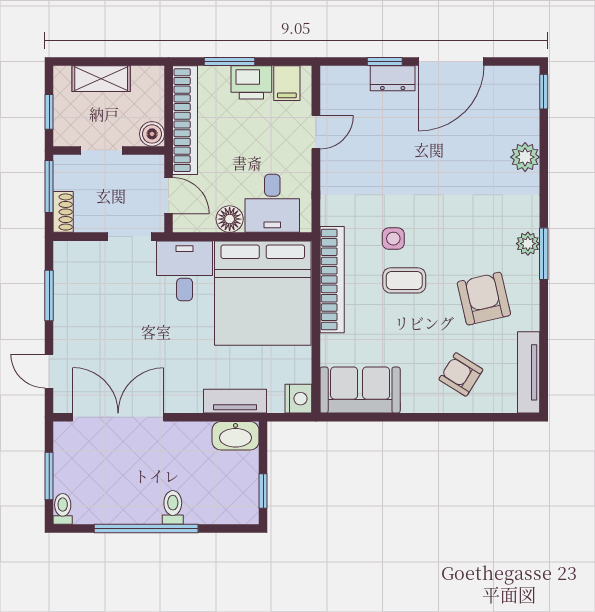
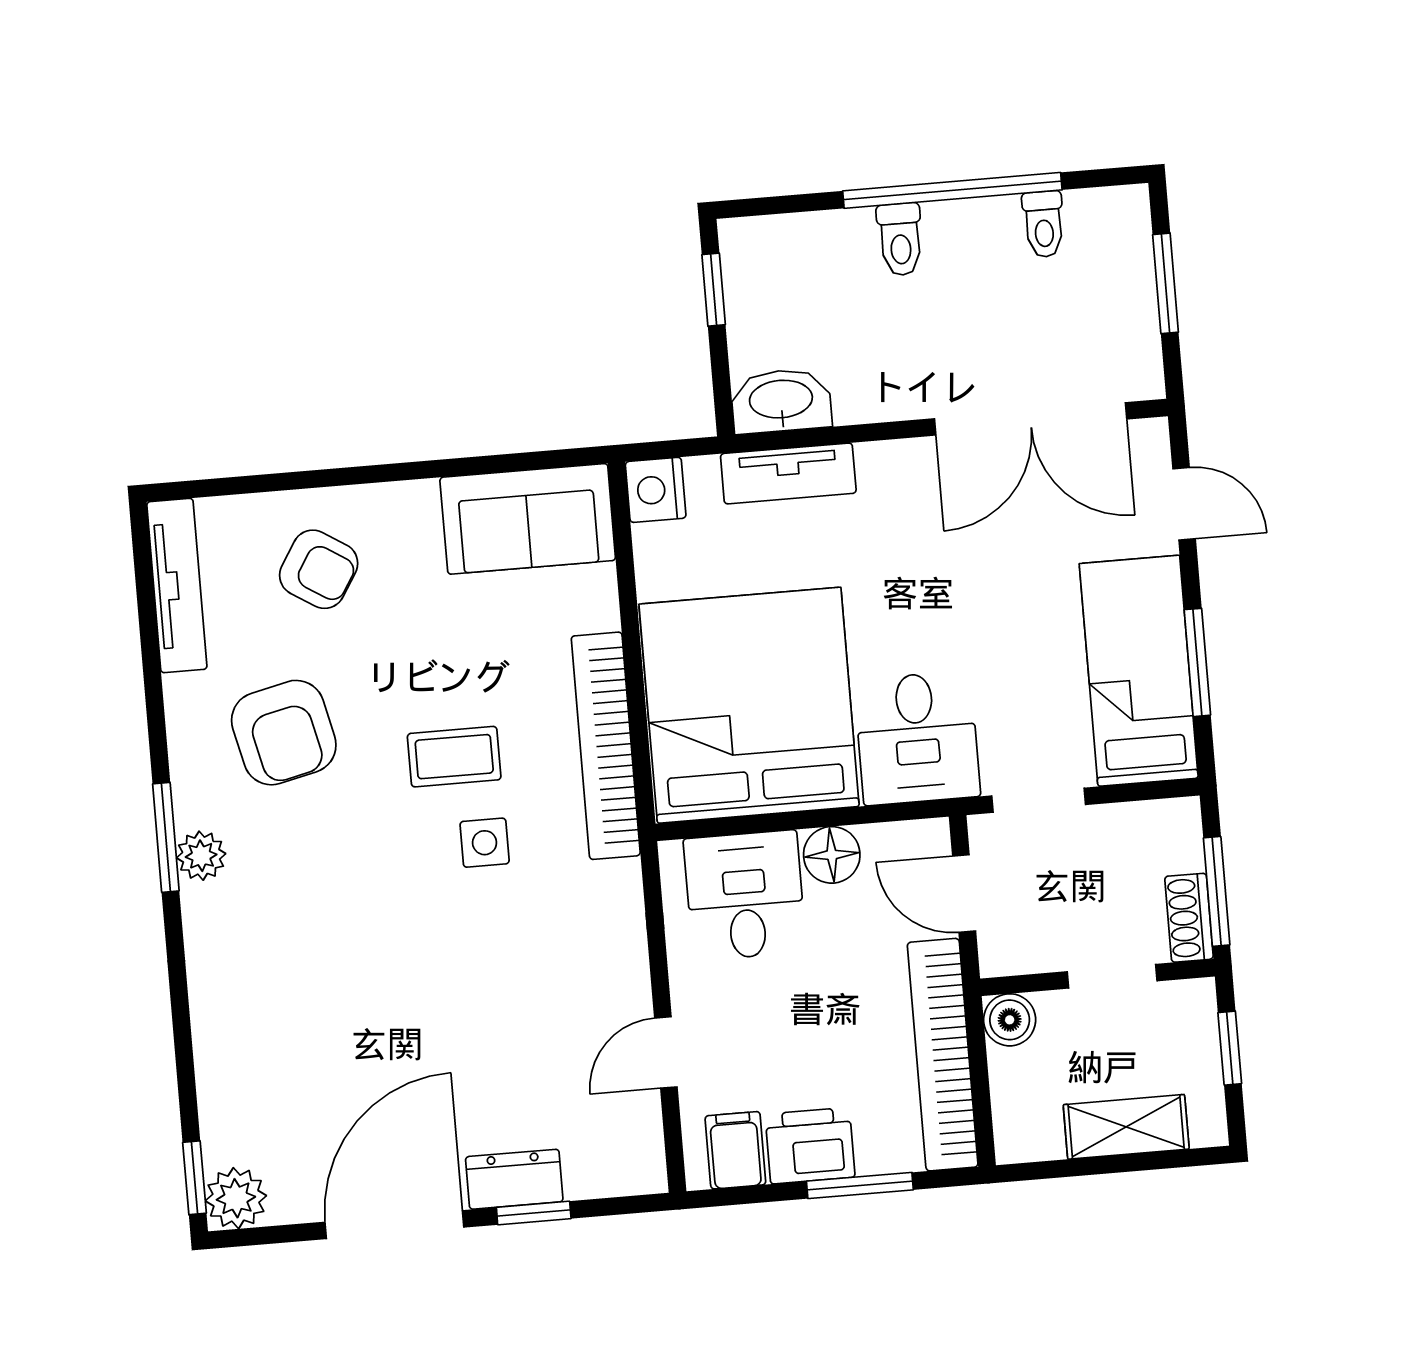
plant: (525, 157) -> (236, 1198), moved
shoe rack: (63, 212) -> (1189, 918), moved
bed: (77, 294) -> (1139, 671), added
toilet: (63, 509) -> (1044, 224), moved

